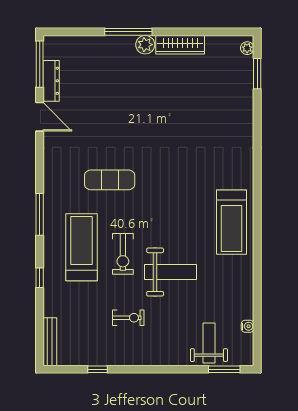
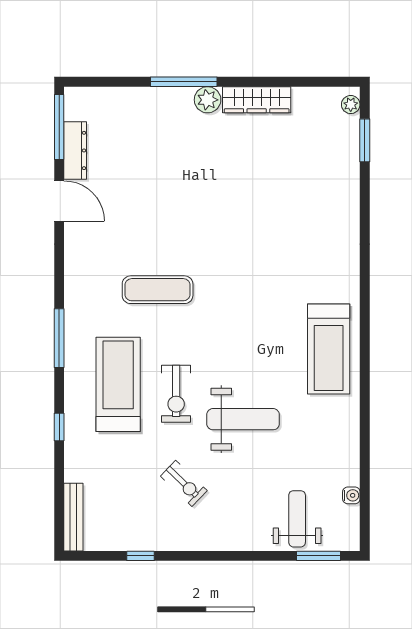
exercise bike: (128, 318) -> (184, 483), turned 44

